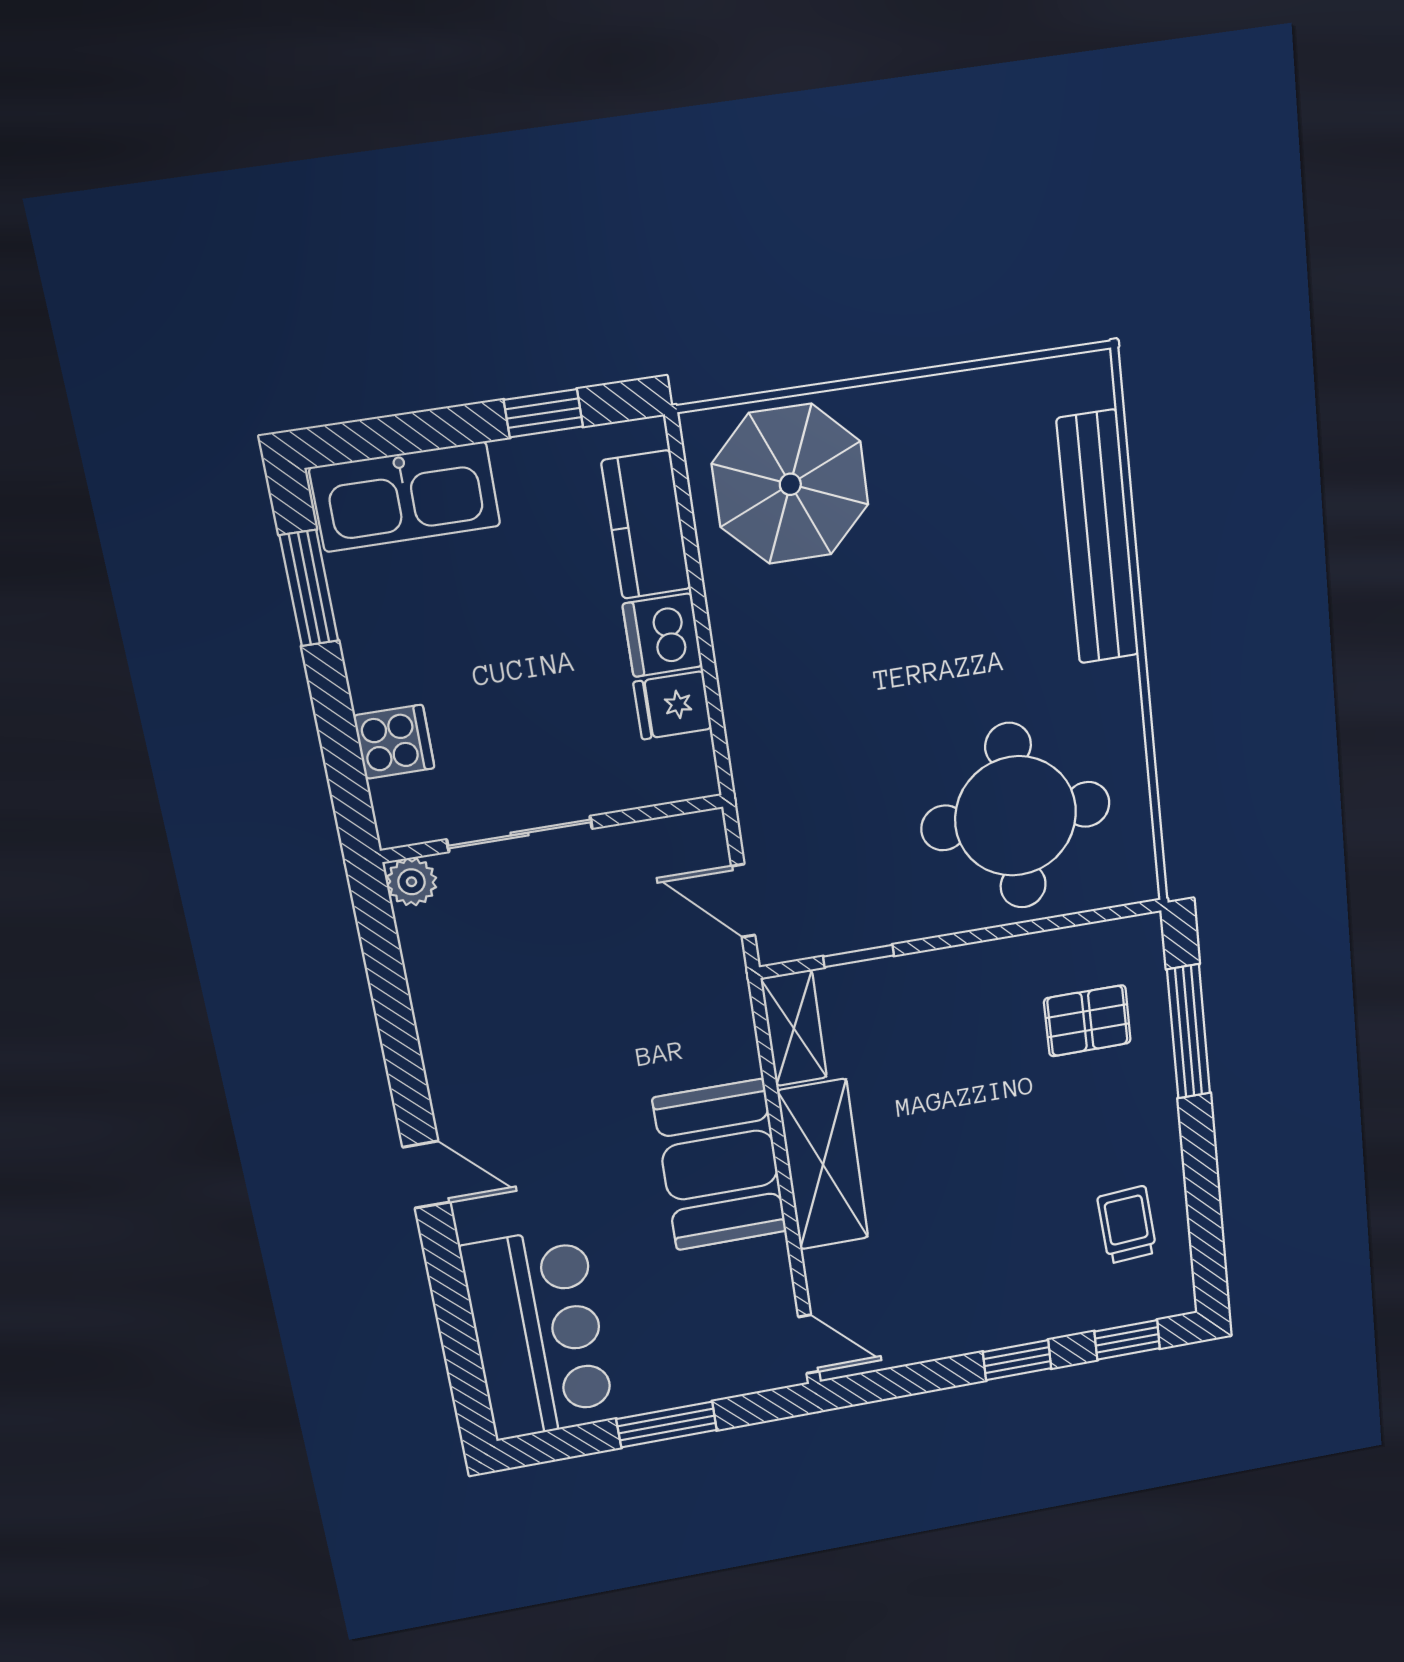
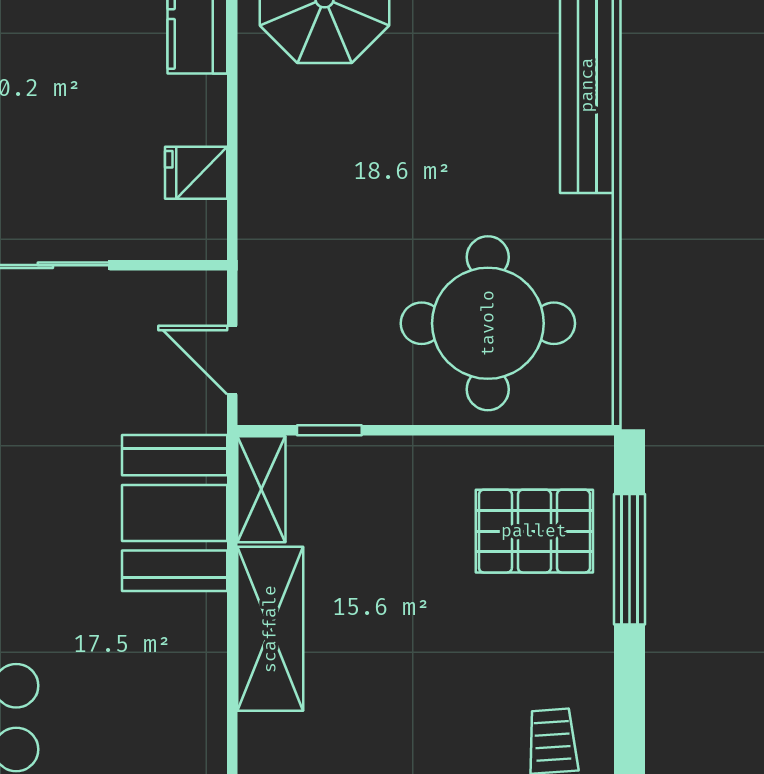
dishwasher: (663, 635) -> (197, 110), removed
pallet: (1087, 1021) -> (534, 531), width x1.50, depth x1.42
booth: (720, 1165) -> (175, 513), moved

